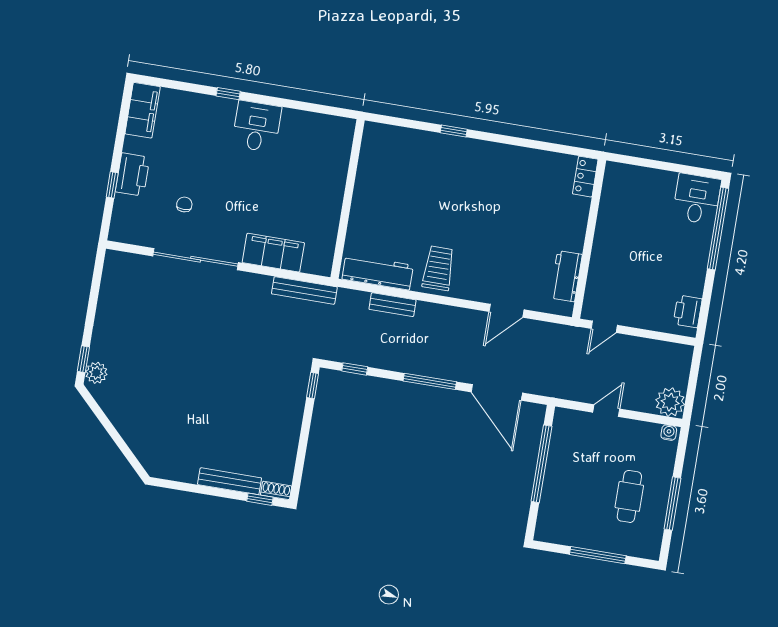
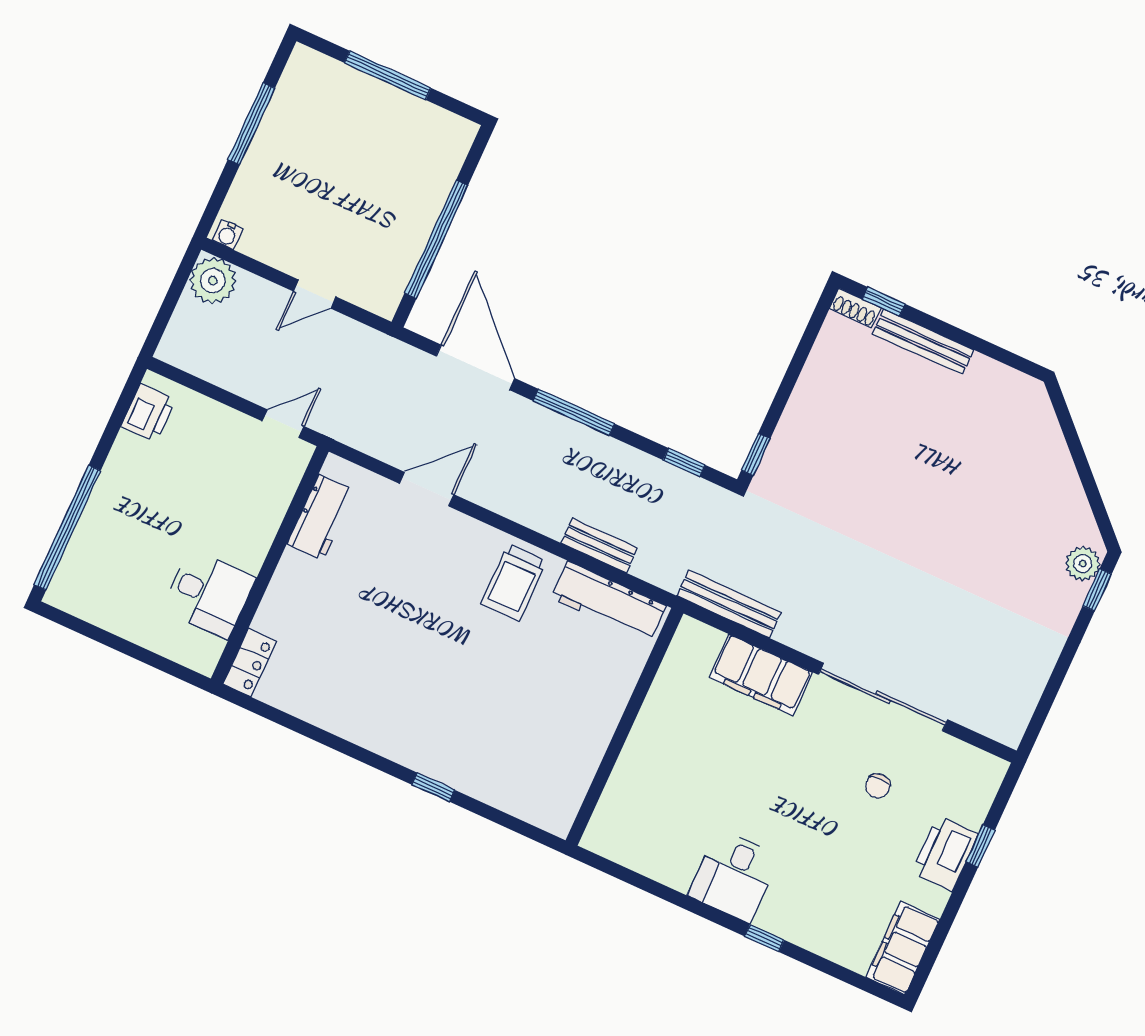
desk: (697, 199) -> (209, 594), moved, turned -90
cafe table: (629, 496) -> (315, 153), removed

